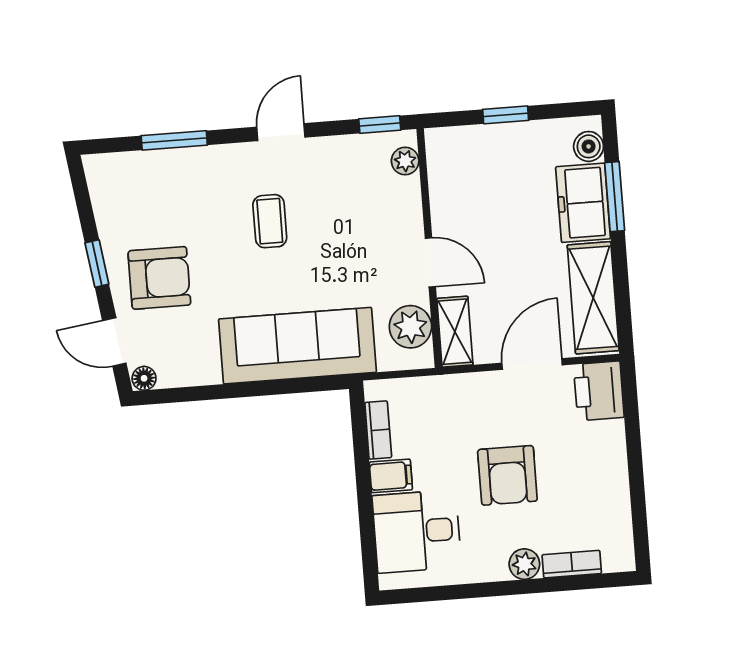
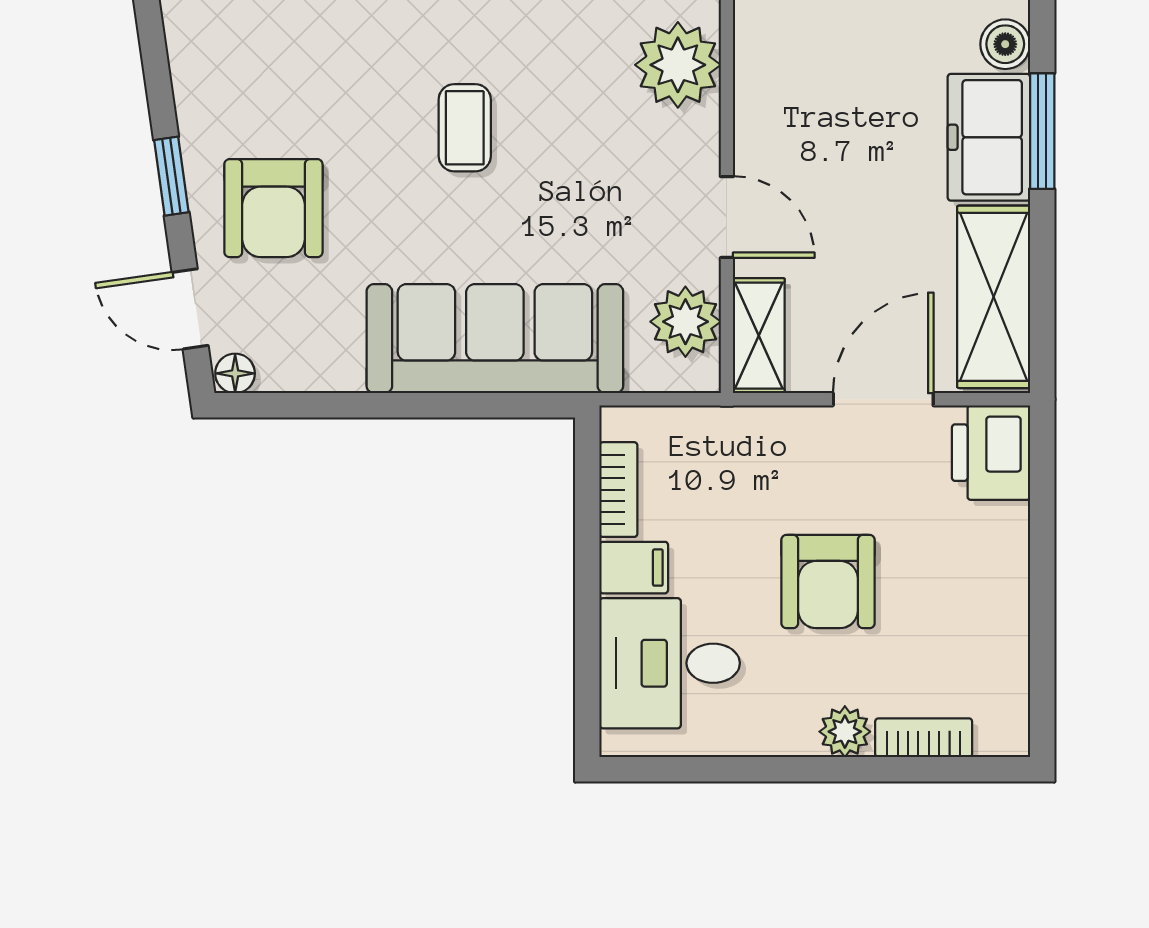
plant: (405, 161) -> (678, 65), width x1.87, depth x1.87
armchair: (159, 278) -> (273, 208), turned 90

